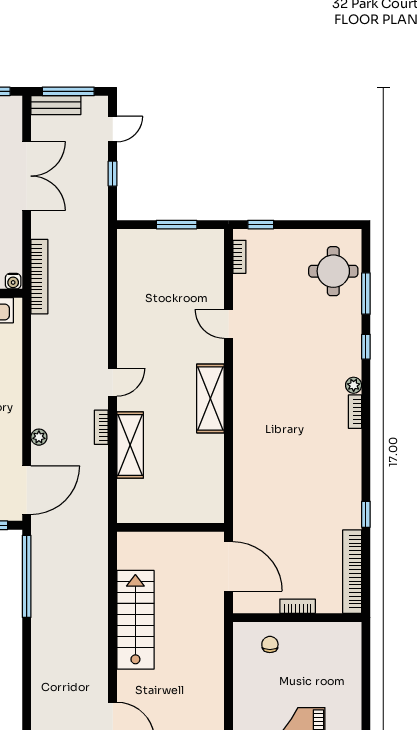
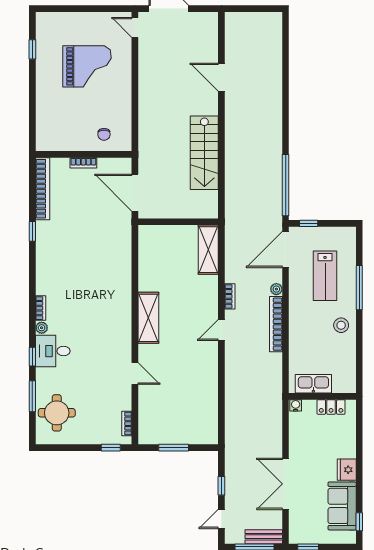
bookcase: (39, 277) -> (276, 324), moved
desk: (339, 354) -> (53, 351), added
shelving: (130, 445) -> (208, 250), moved

